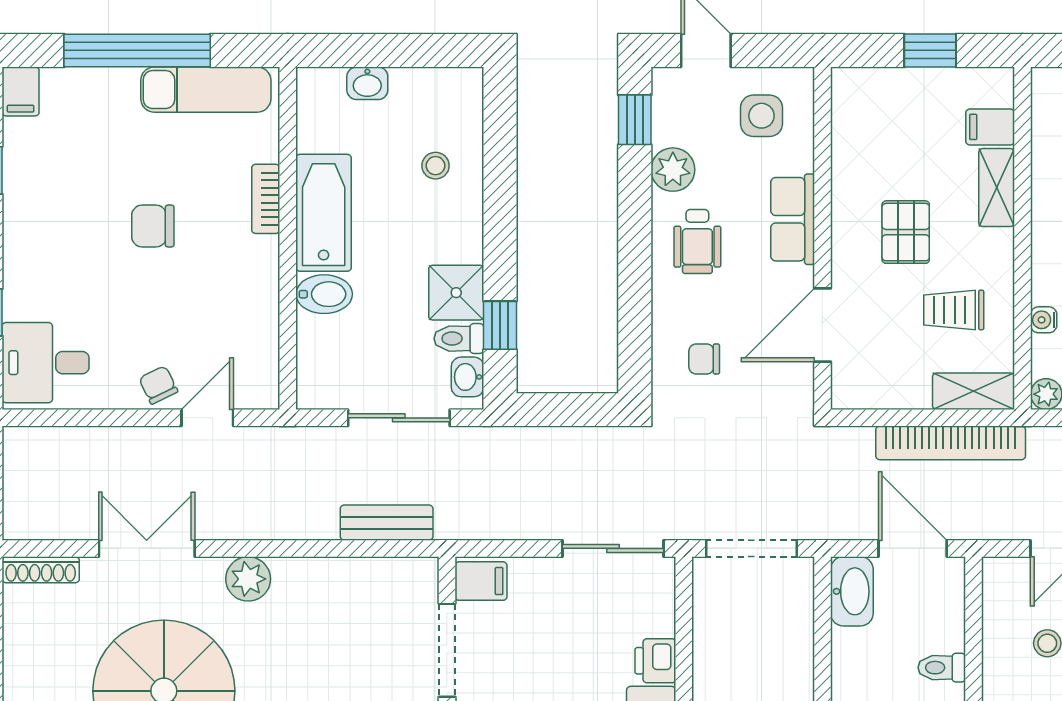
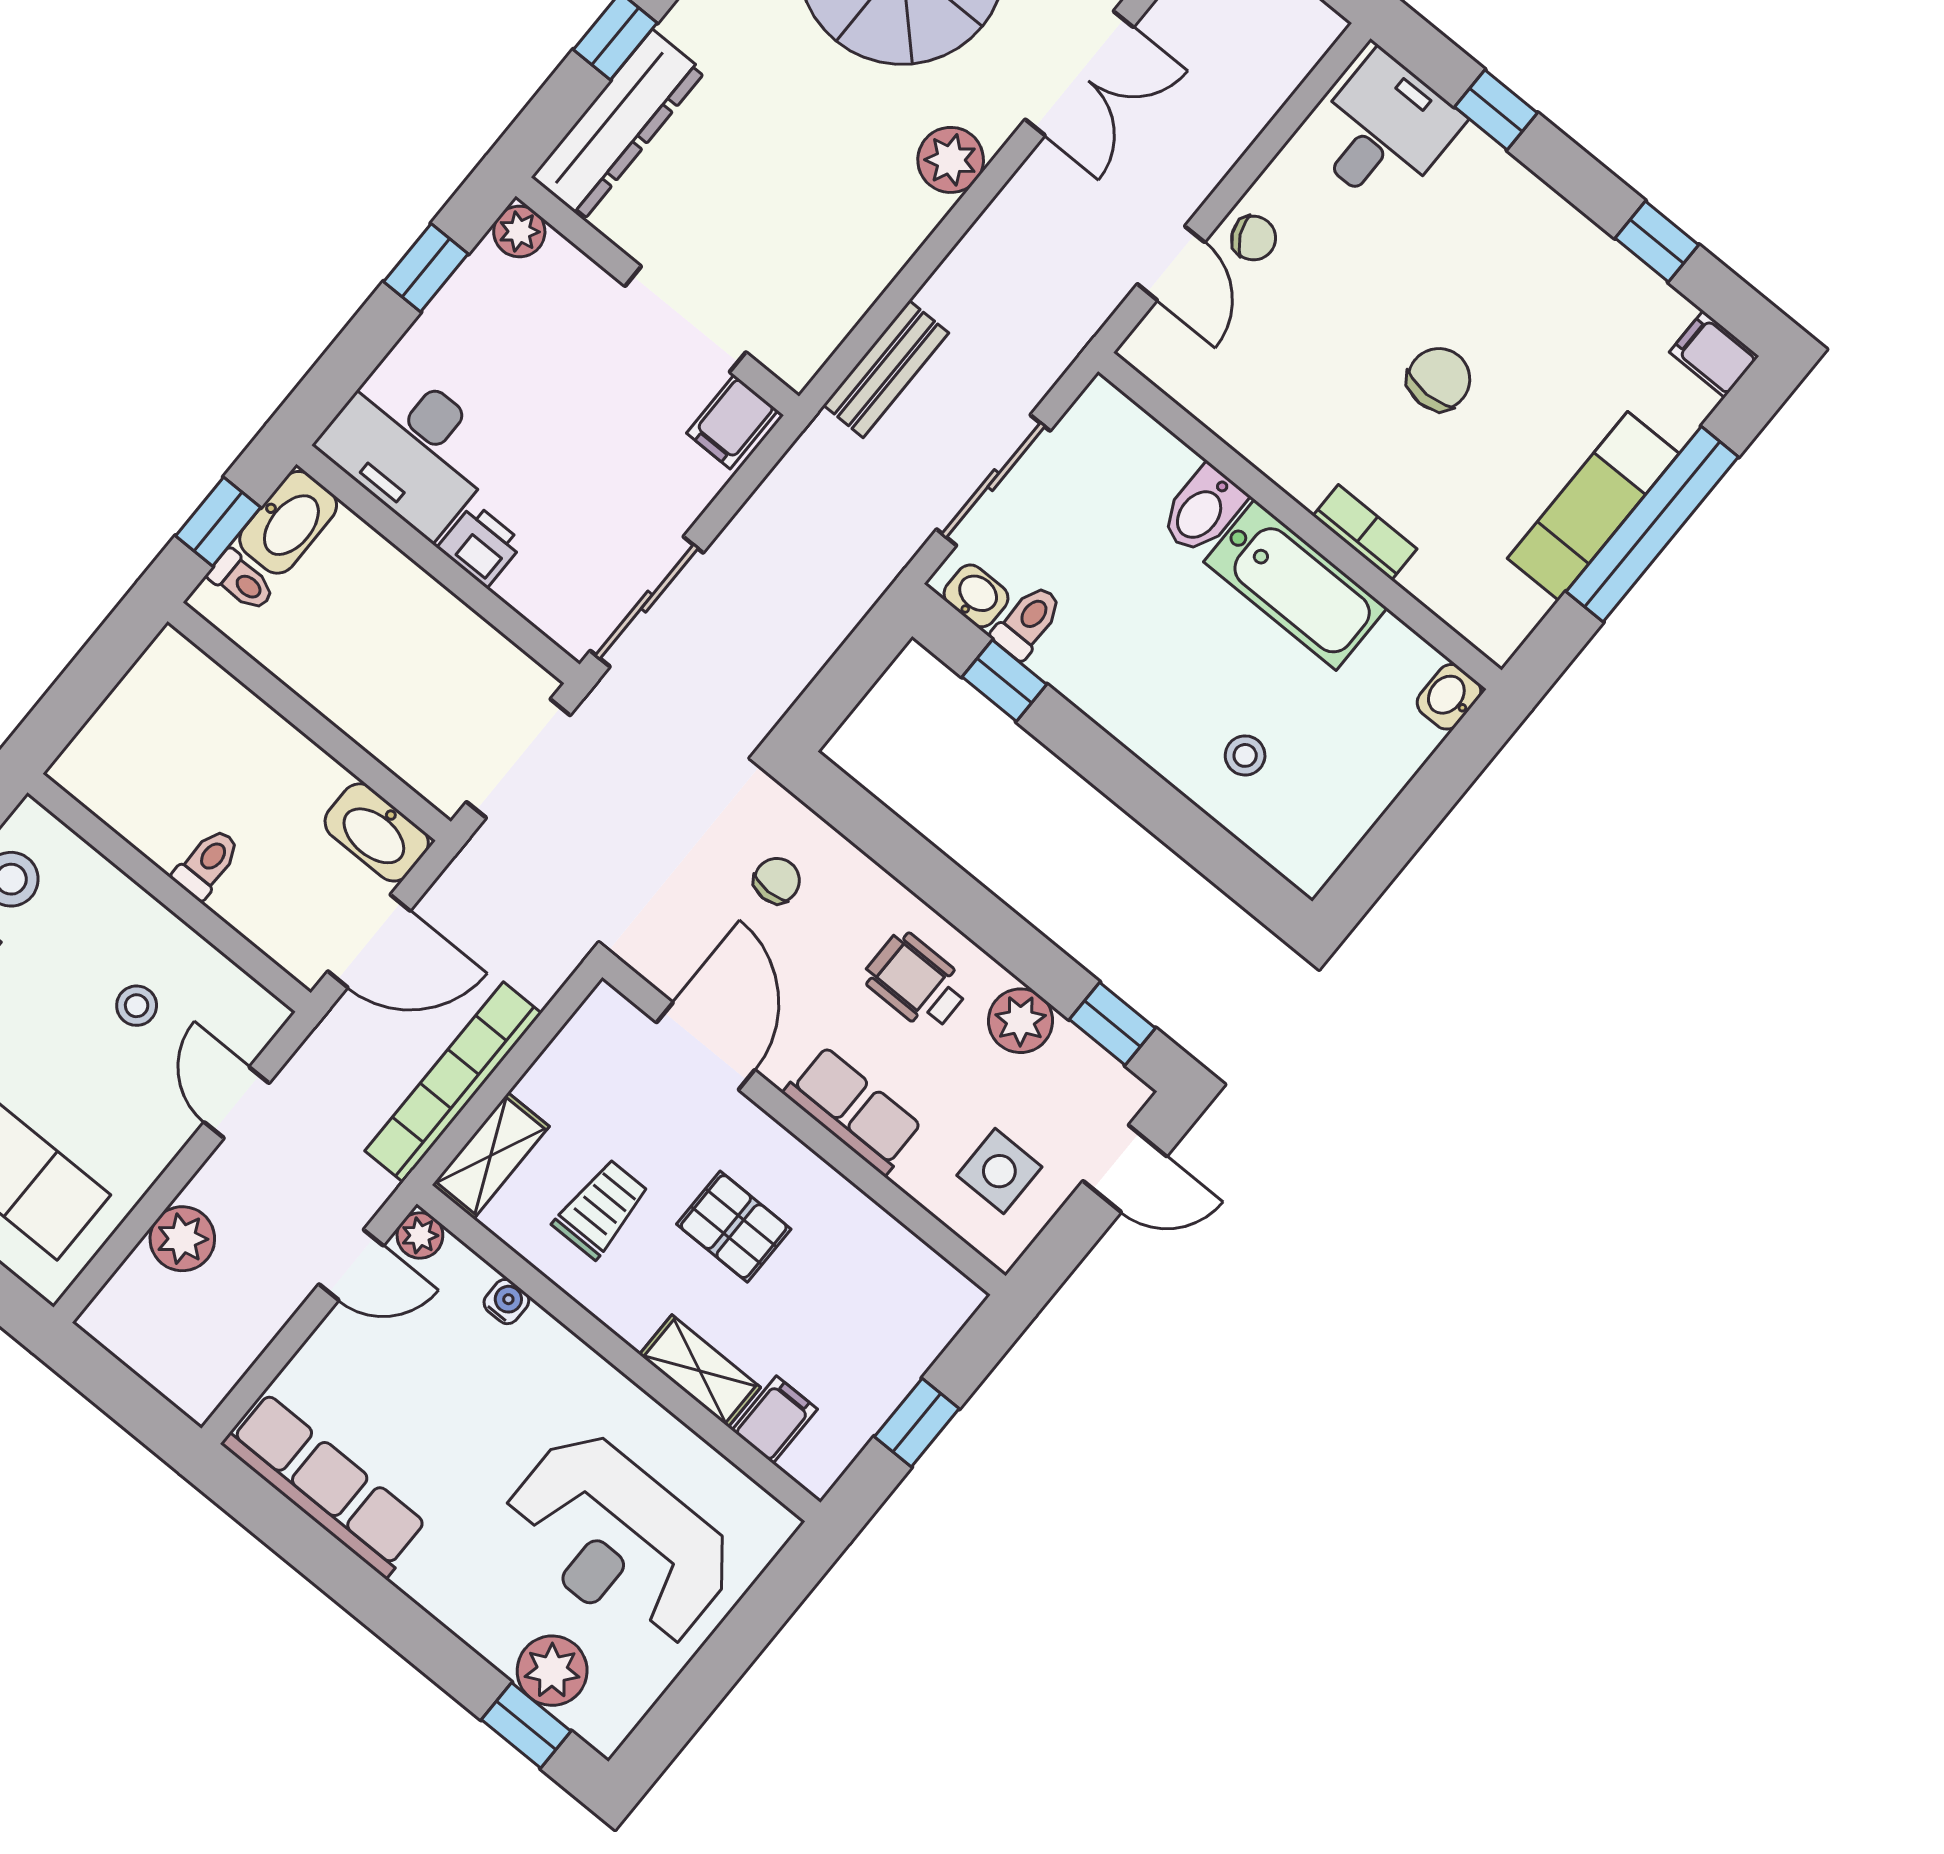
washbasin: (367, 83) -> (1449, 697), moved
exam couch: (206, 90) -> (1593, 506), moved
shower: (456, 293) -> (1082, 661), removed

